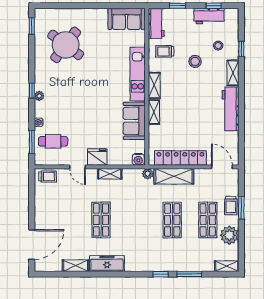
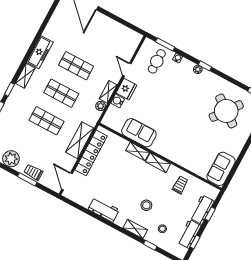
workbench: (156, 24) -> (202, 210), moved, turned 90
stool: (195, 61) -> (146, 205), moved
kitchen unit: (138, 74) -> (174, 155), removed
workbench: (230, 109) -> (104, 210), width x0.73
water cooler: (138, 159) -> (118, 101), moved
door: (78, 167) -> (127, 70), hinge flipped
door: (222, 167) -> (67, 181), swing flipped
plant: (148, 174) -> (101, 106), moved
trolley: (48, 177) -> (132, 43), removed
shop shelf: (208, 220) -> (61, 93), moved
shelving: (76, 266) -> (25, 76), moved

